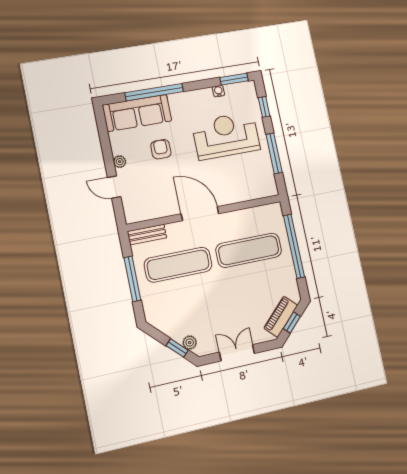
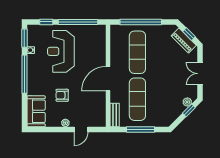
window: (154, 92) -> (24, 74), moved
sofa: (137, 113) -> (36, 111), width x0.73
window: (274, 153) -> (78, 22), width x1.46

